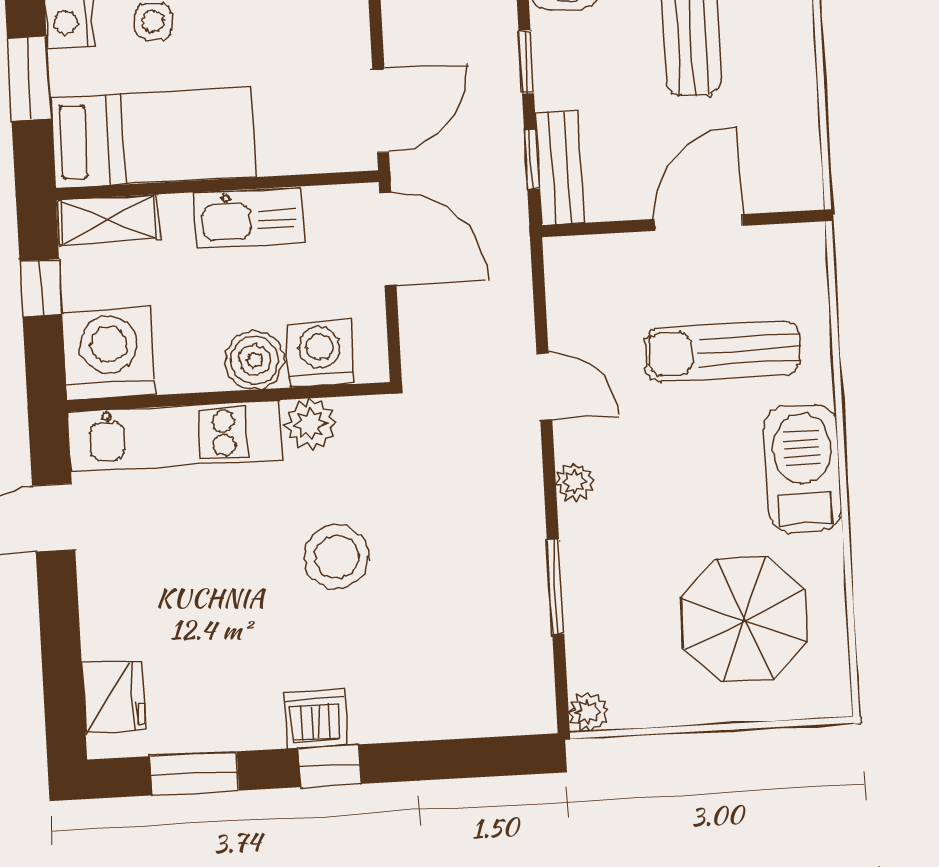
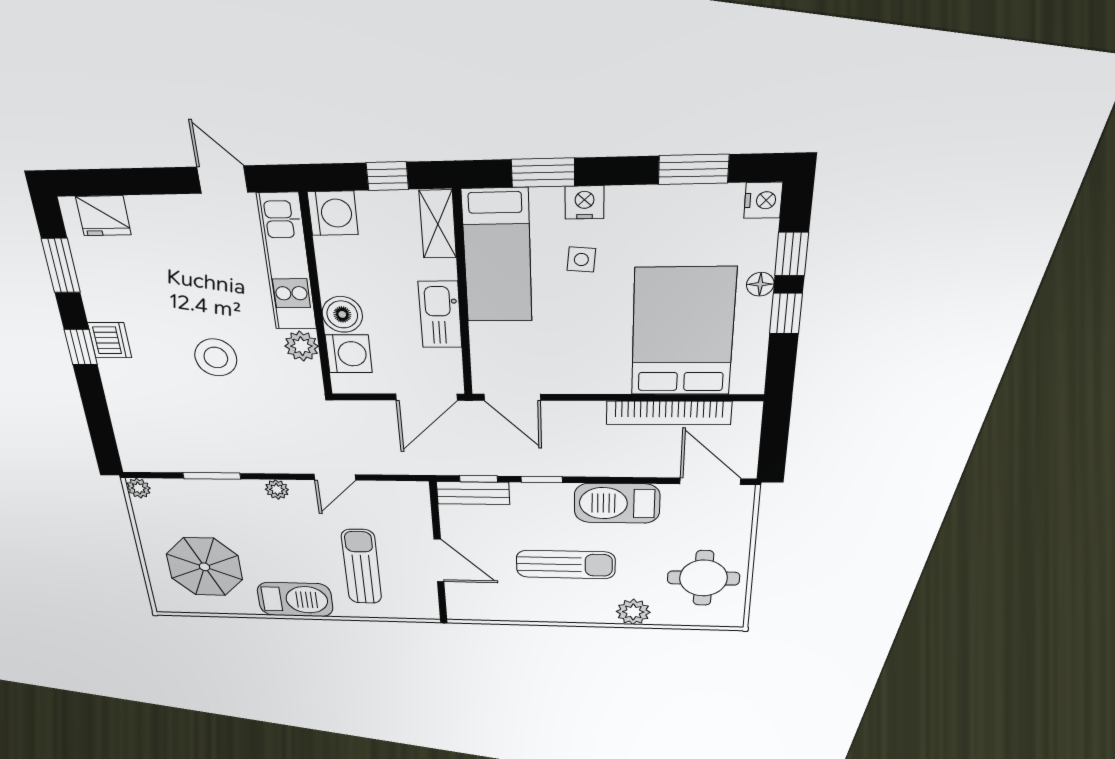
washing machine: (109, 353) -> (333, 213), width x0.73, depth x0.73

